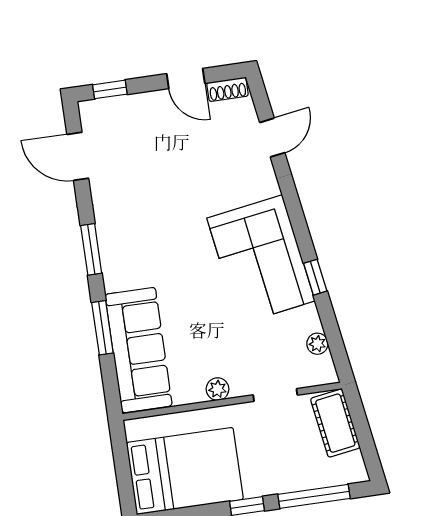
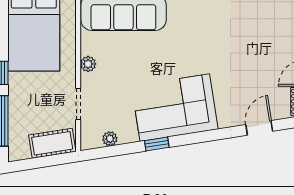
door: (272, 138) -> (259, 128), swing flipped

